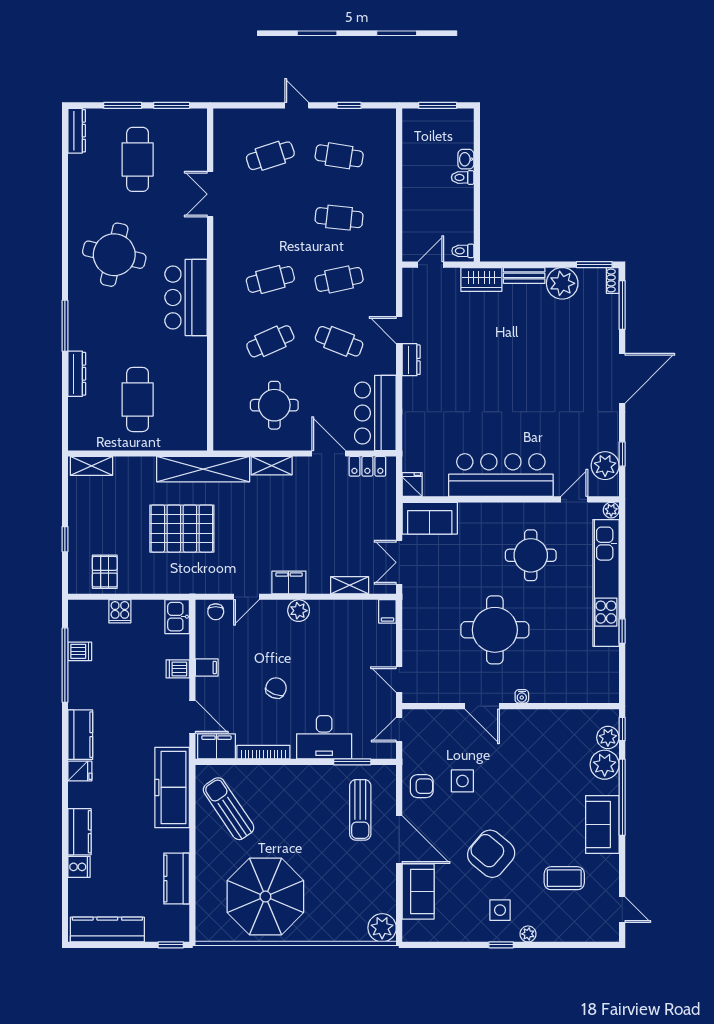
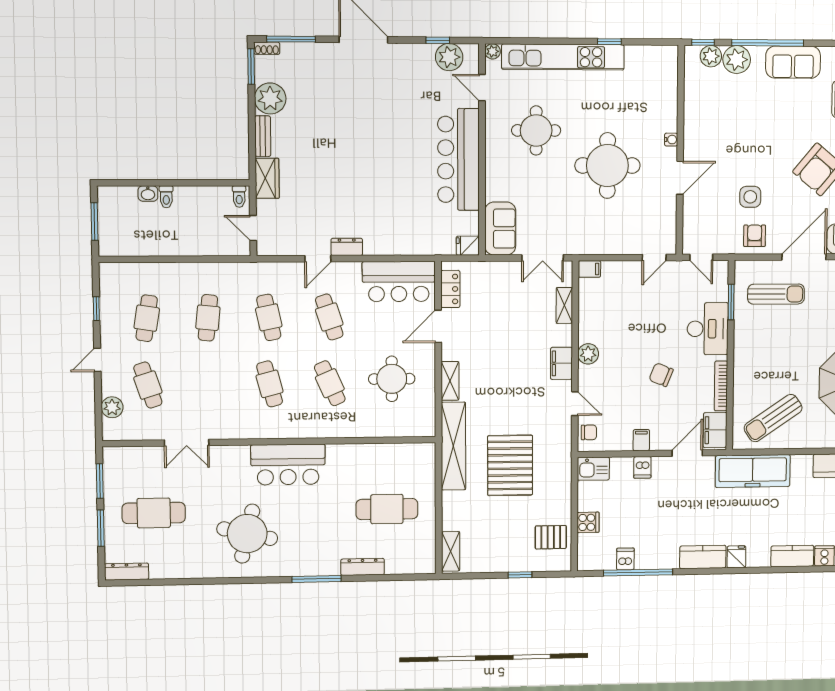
plant: (248, 119) -> (112, 407), added
cafe table: (339, 341) -> (329, 317), turned -39

